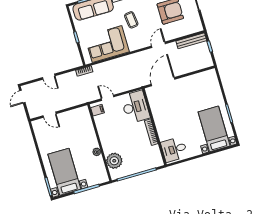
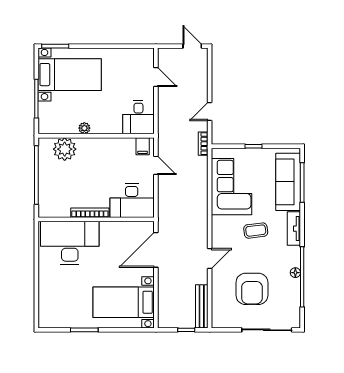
door: (158, 45) -> (210, 259), hinge flipped
door: (49, 77) -> (210, 112), moved
door: (163, 82) -> (156, 250), swing flipped
door: (108, 98) -> (156, 165), hinge flipped
door: (50, 115) -> (156, 77), swing flipped
desk: (79, 118) -> (138, 117), added
bed with nightstands: (214, 129) -> (124, 302), moved, turned 180
desk: (174, 149) -> (70, 243), width x1.87, depth x1.30

